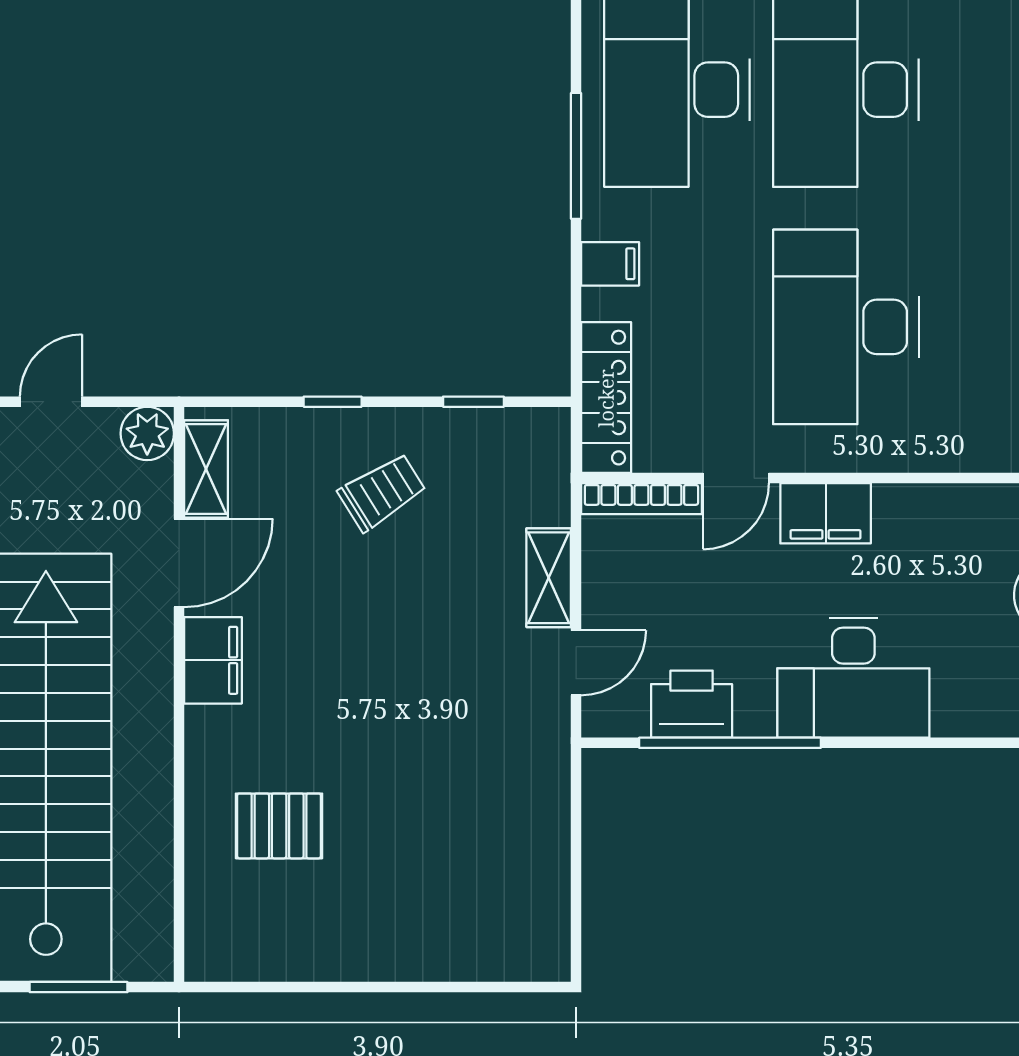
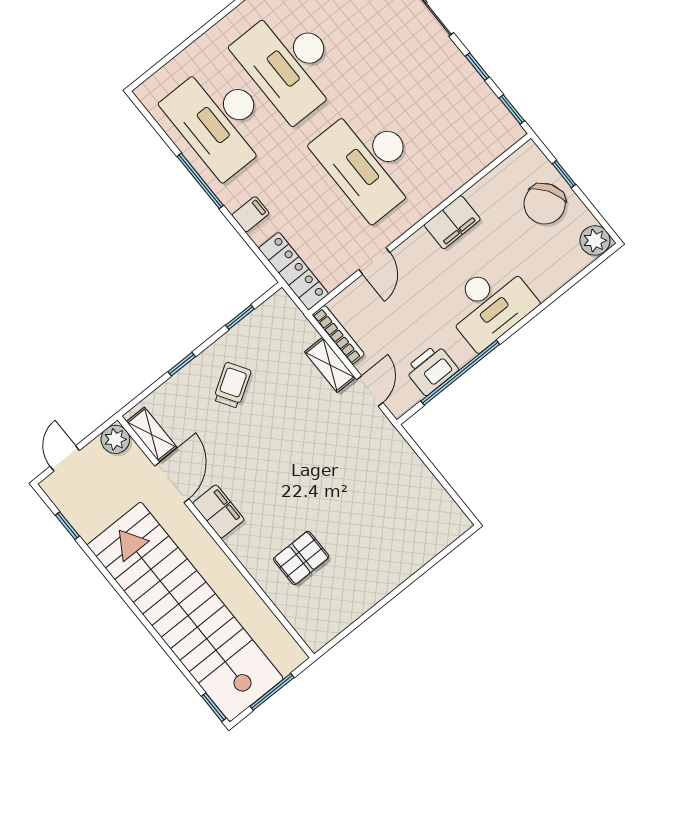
bookcase: (641, 499) -> (338, 335), moved, turned -90
filing cabinet: (826, 513) -> (452, 222), moved

